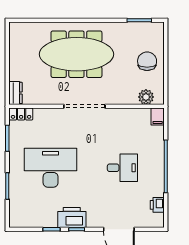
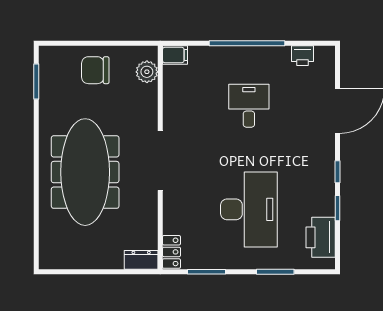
desk: (51, 168) -> (249, 209), turned 180
printer: (72, 217) -> (321, 237), moved

